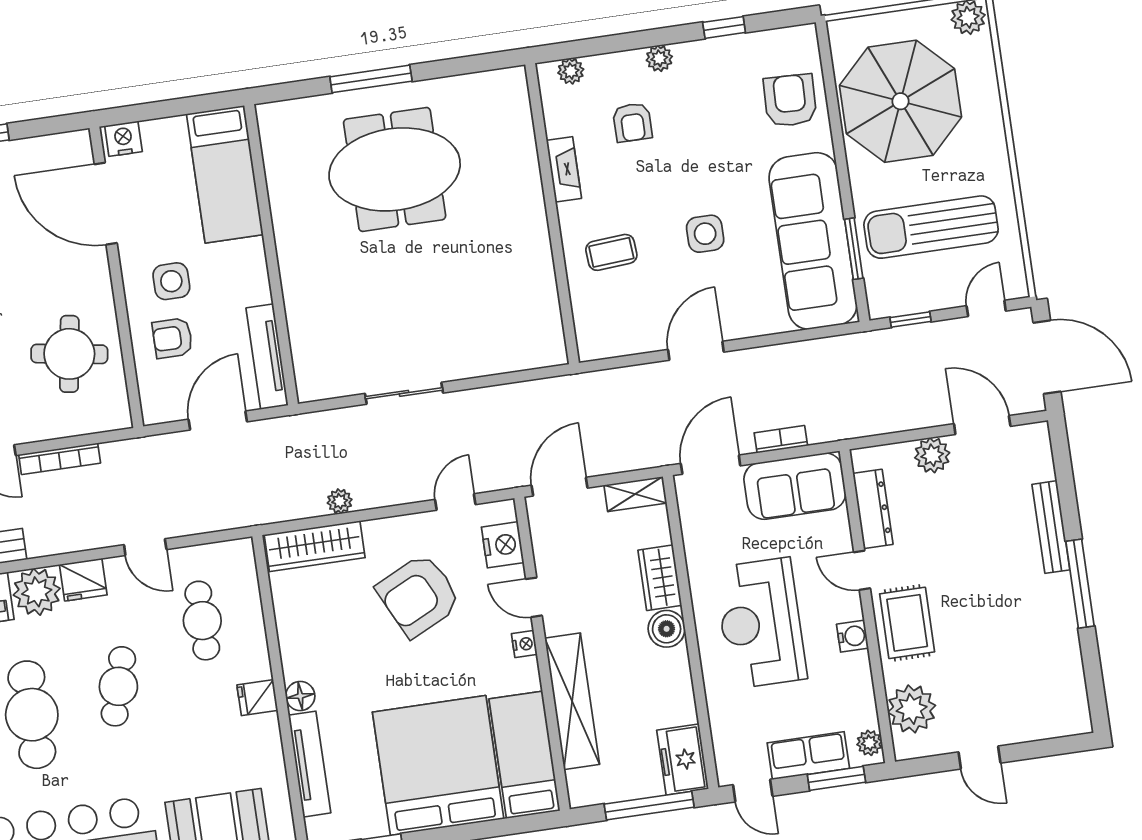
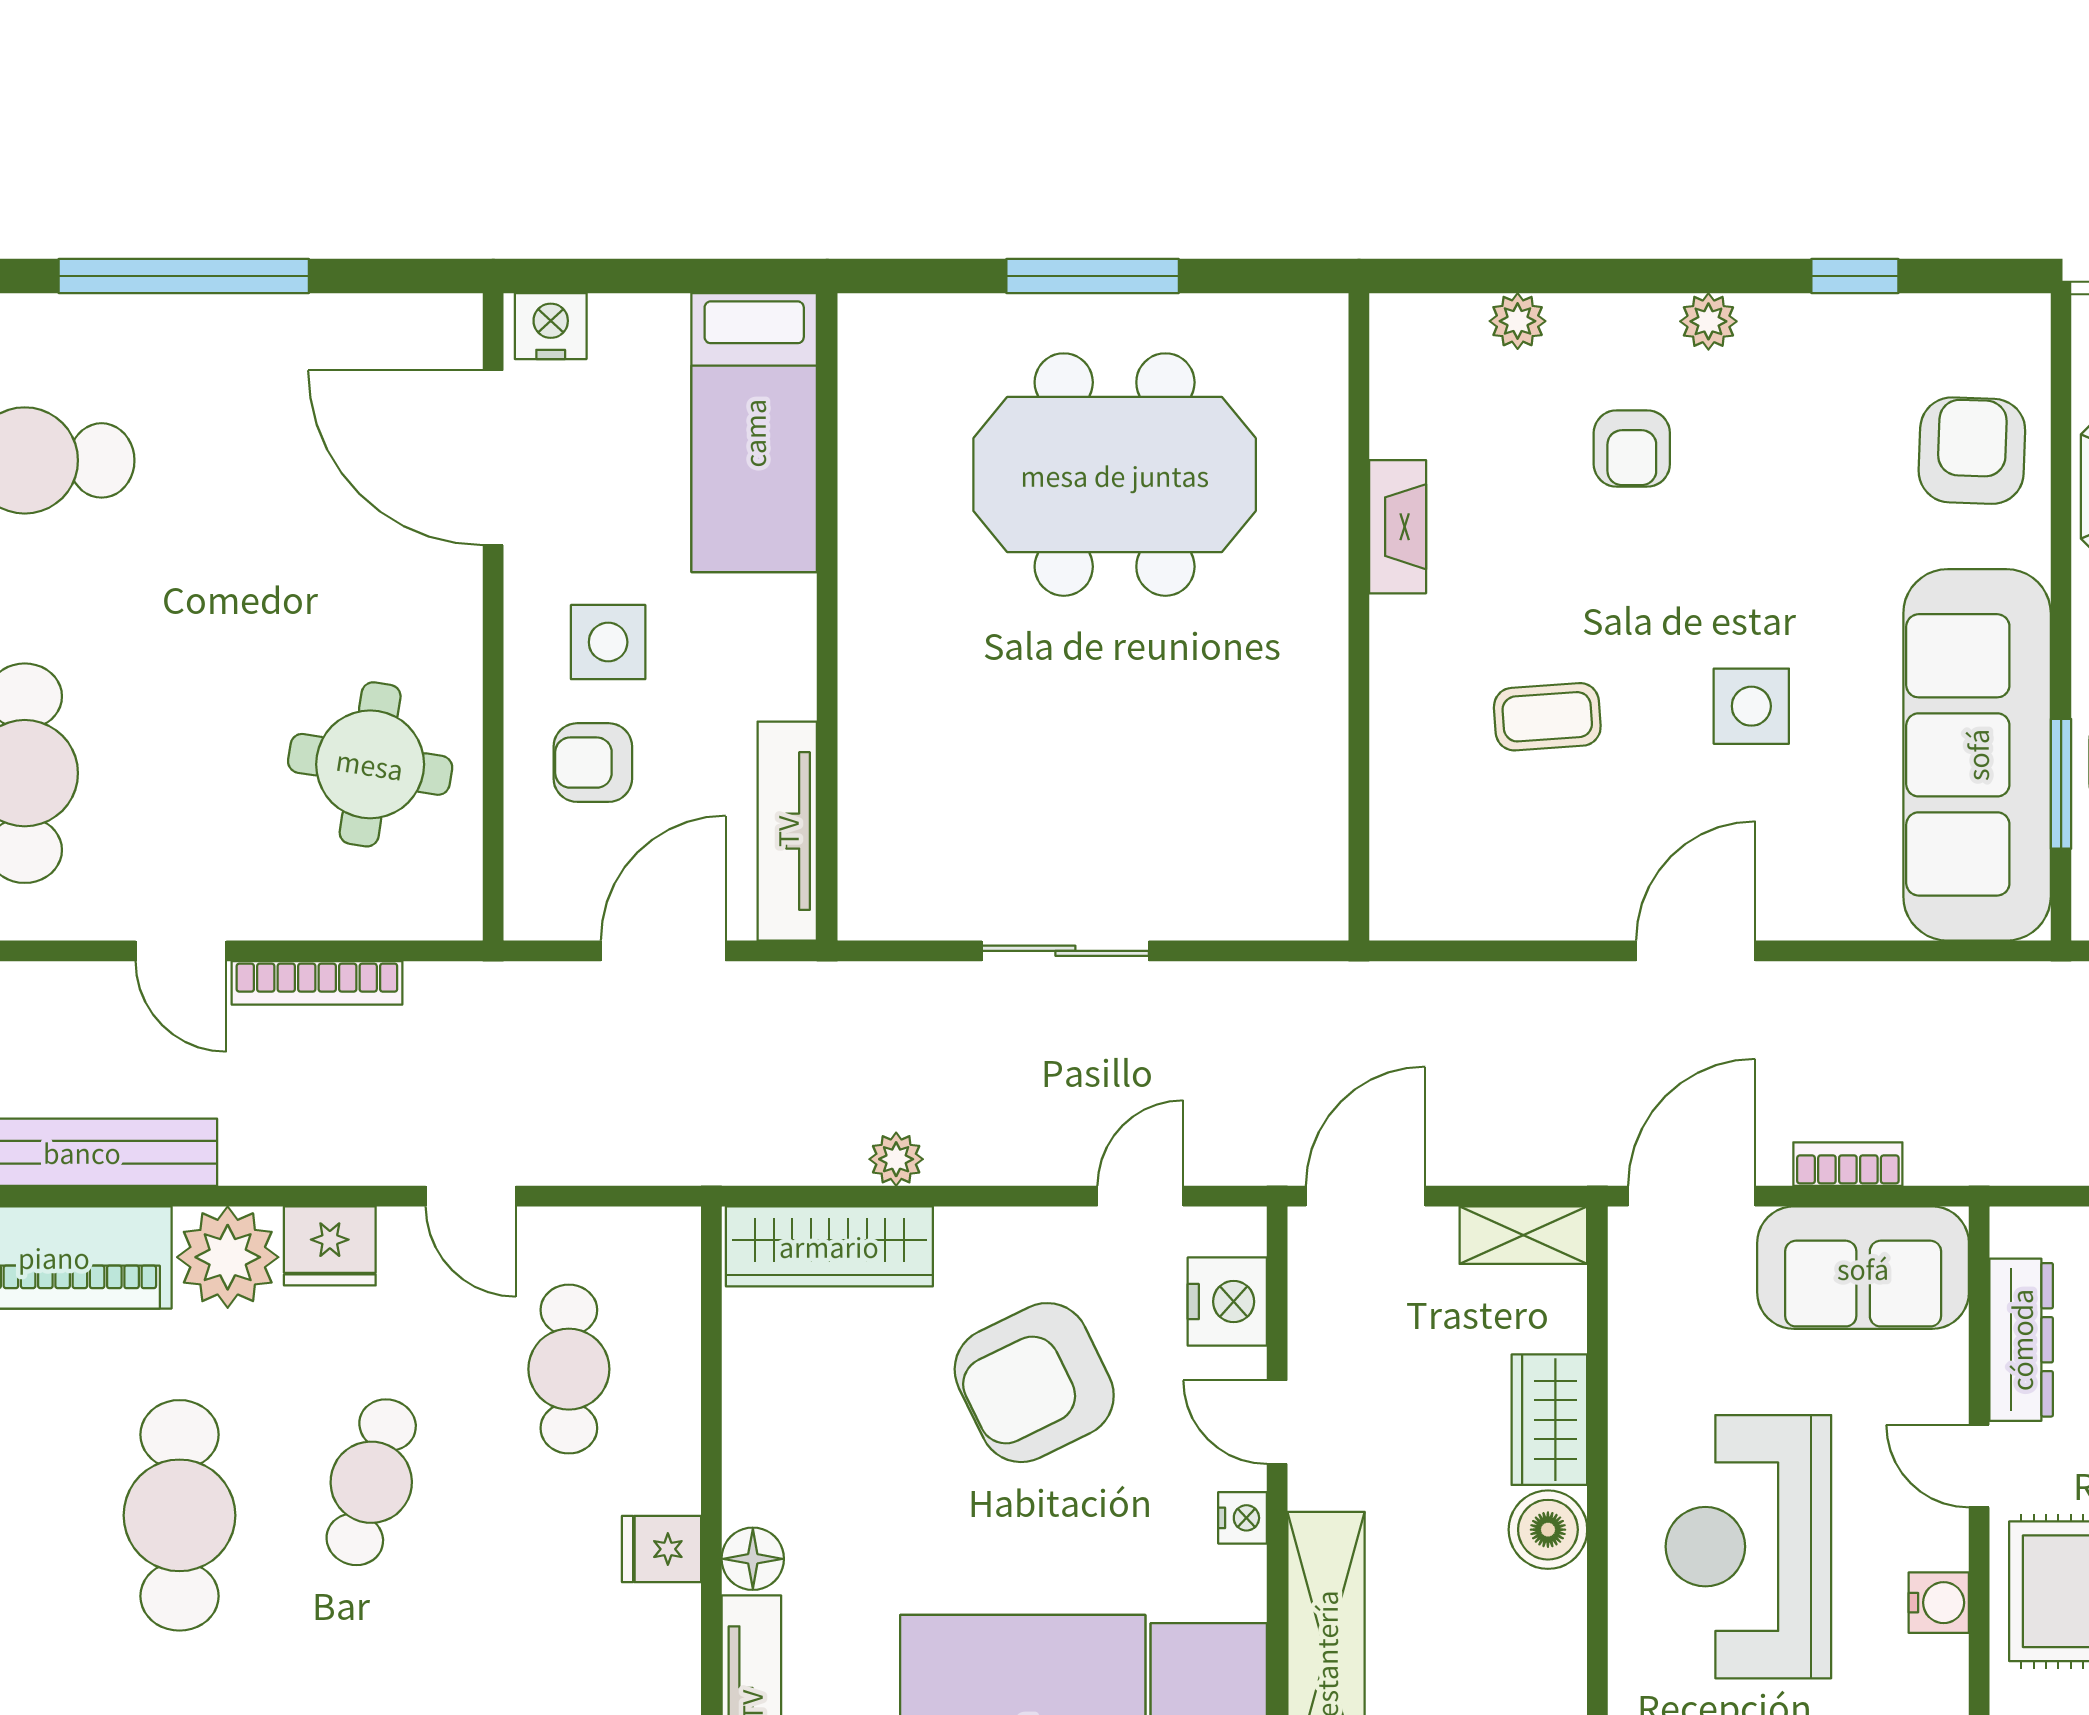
fireplace: (564, 169) -> (1398, 527), moved
wall: (552, 214) -> (1359, 617), moved

